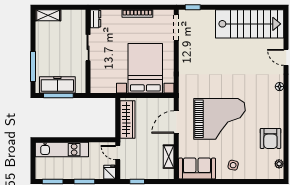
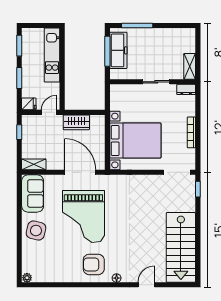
shelving: (48, 15) -> (190, 66), moved
wardrobe: (128, 119) -> (76, 122), width x0.67
door: (176, 122) -> (80, 172), width x1.36
armchair: (270, 138) -> (94, 264), moved
shelving: (169, 157) -> (34, 164), moved
plant: (279, 164) -> (27, 278), moved
side table: (233, 165) -> (36, 230), width x1.87, depth x1.87

